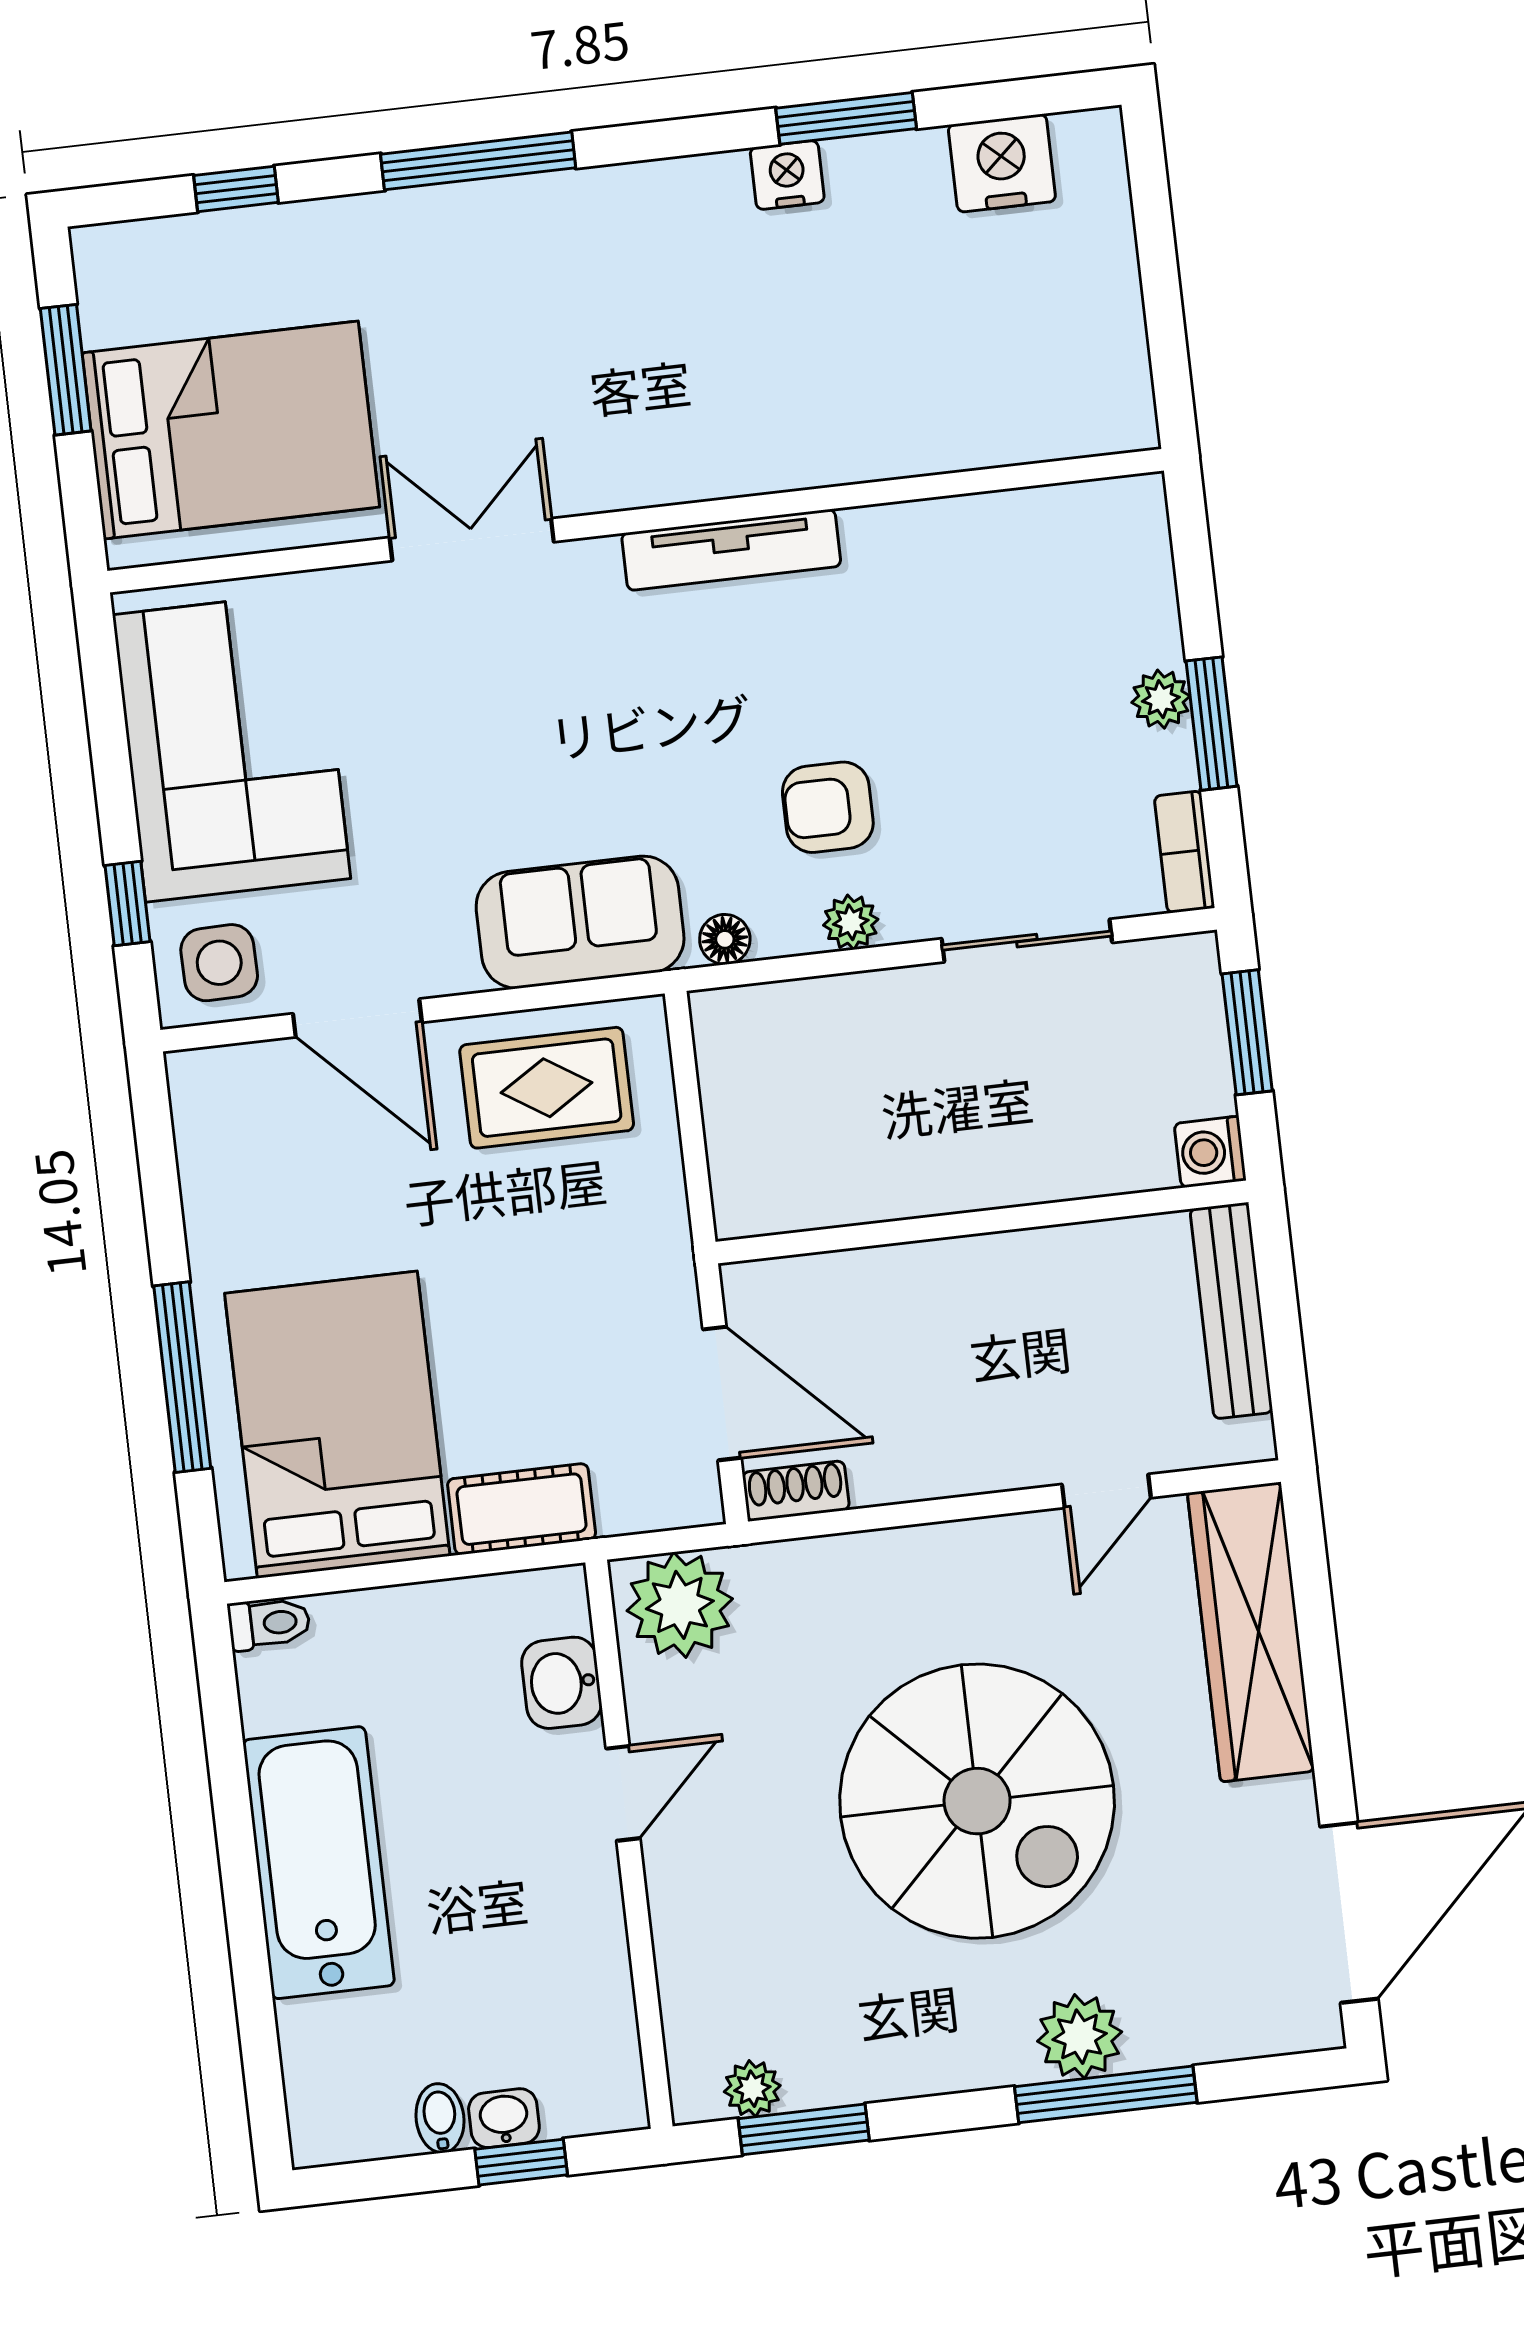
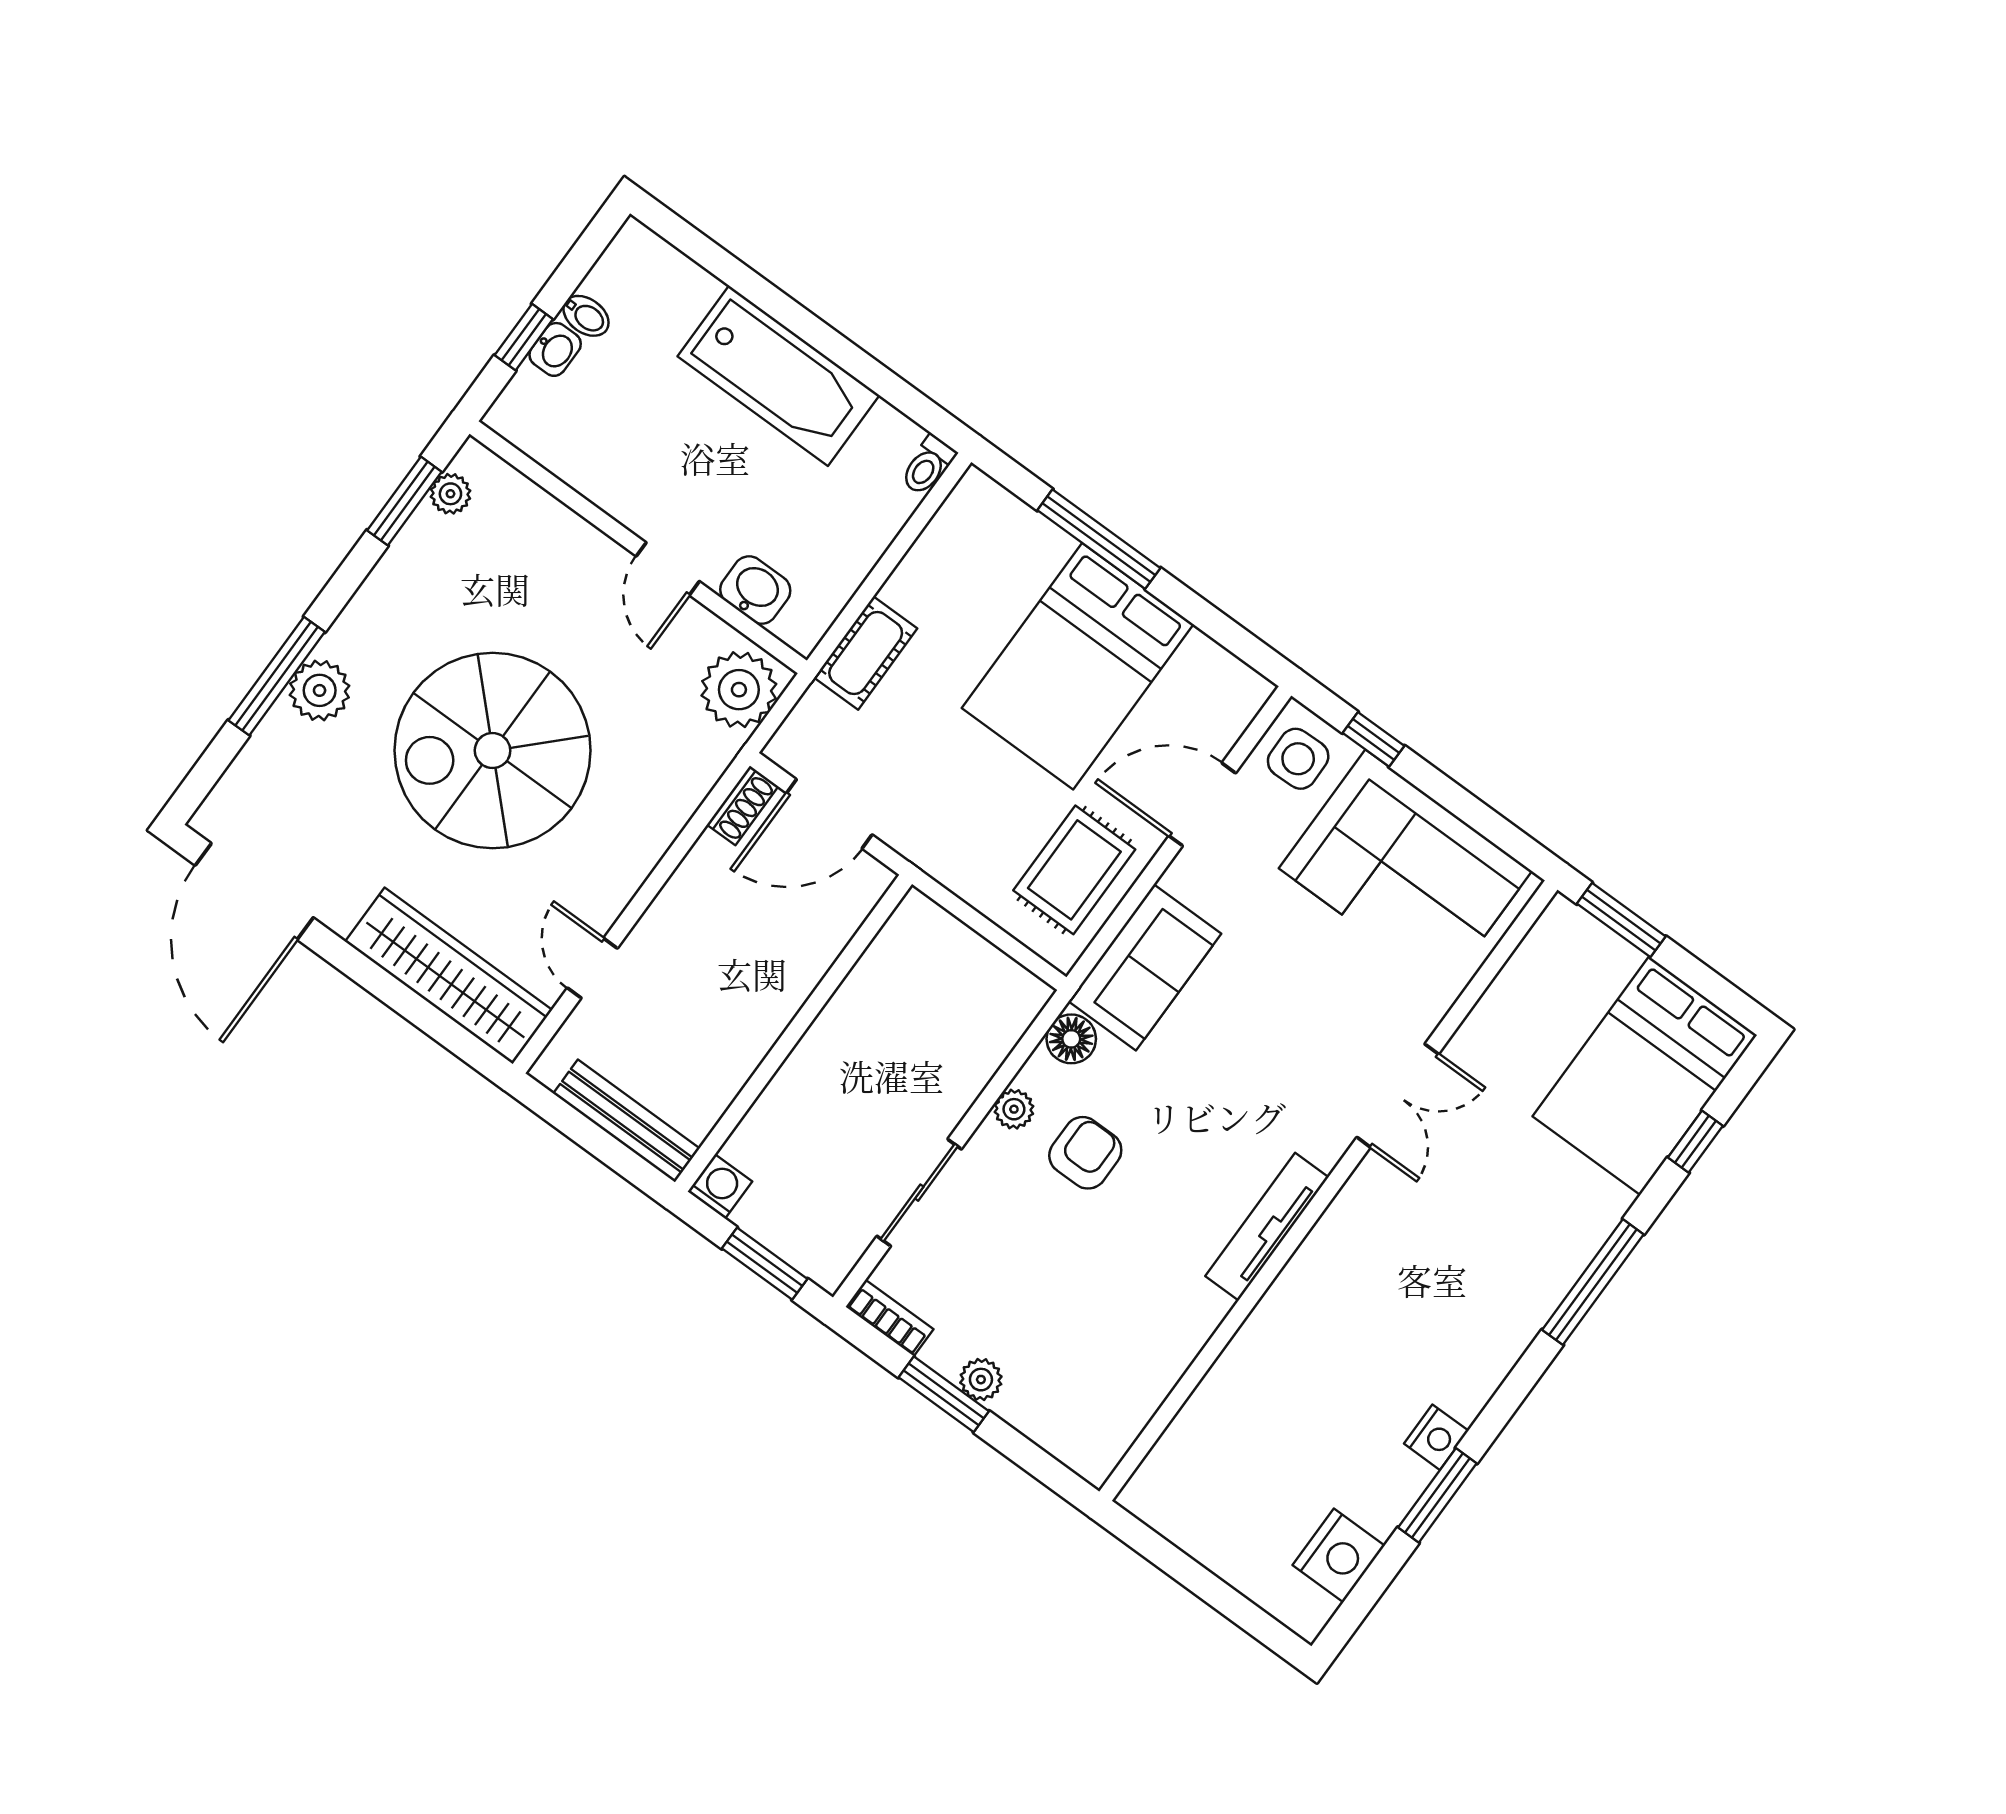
window: (66, 370) -> (1621, 920), moved
bed: (231, 430) -> (1645, 1076), moved
floor lamp: (725, 939) -> (1071, 1039), width x1.37, depth x1.37
bed: (337, 1425) -> (1078, 666), moved, turned 90

